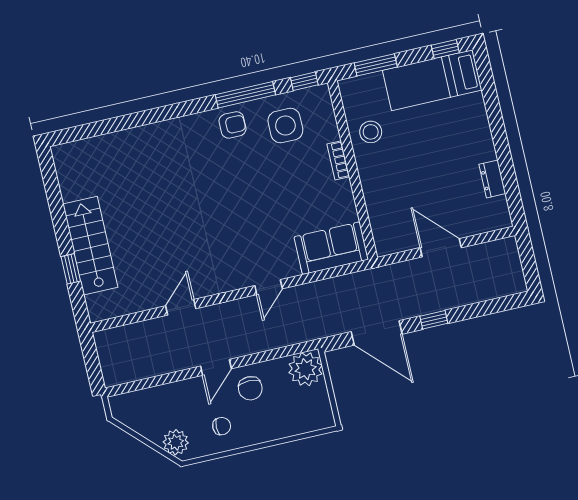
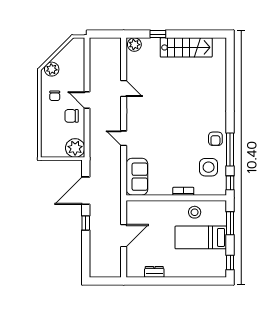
bed: (432, 80) -> (201, 237), moved, turned -90
stairs: (90, 246) -> (186, 47), moved
plant: (99, 306) -> (134, 45), added

